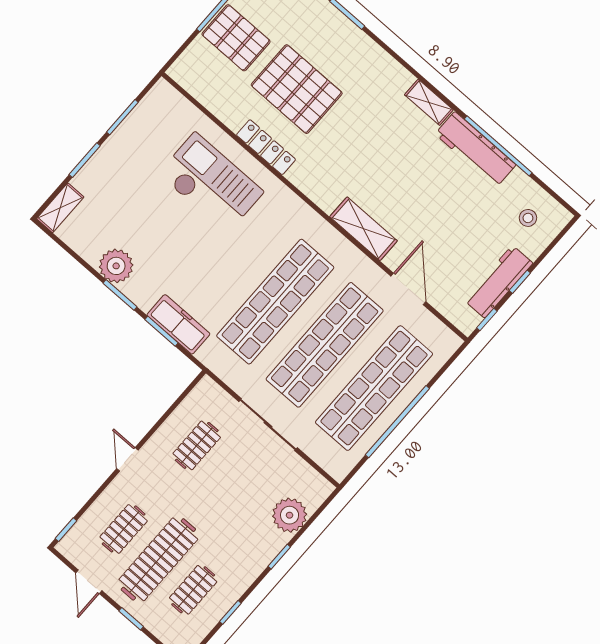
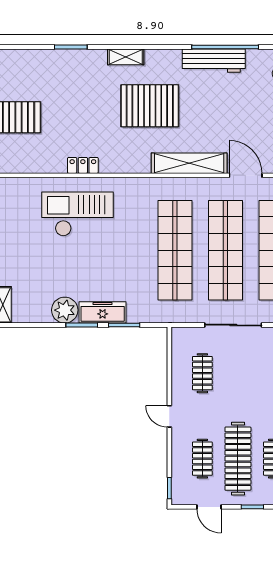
pallet: (297, 89) -> (150, 106), moved
shelving: (429, 102) -> (126, 57), moved
locker: (266, 147) -> (83, 165), width x0.66
shelving: (364, 229) -> (189, 163), width x1.47
freezer: (178, 324) -> (103, 312), moved

